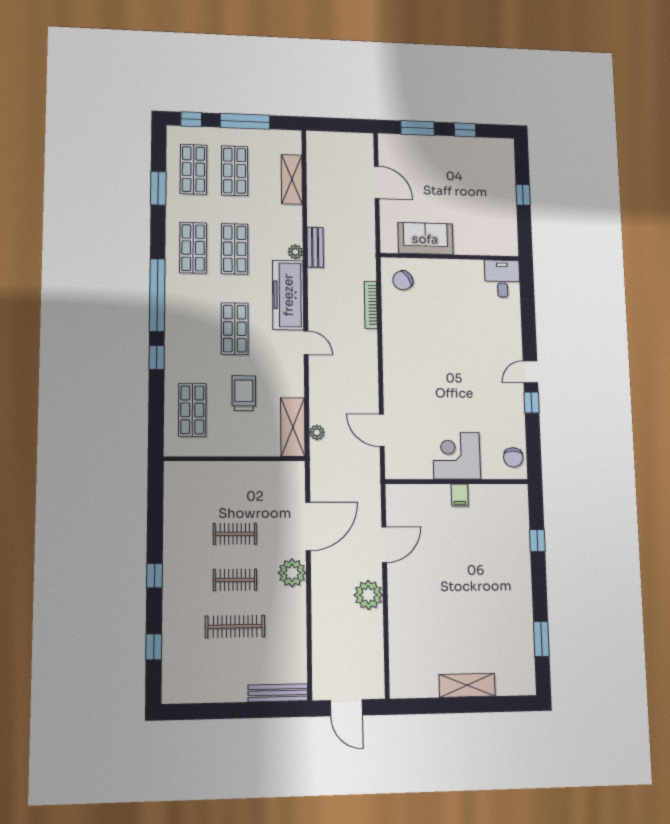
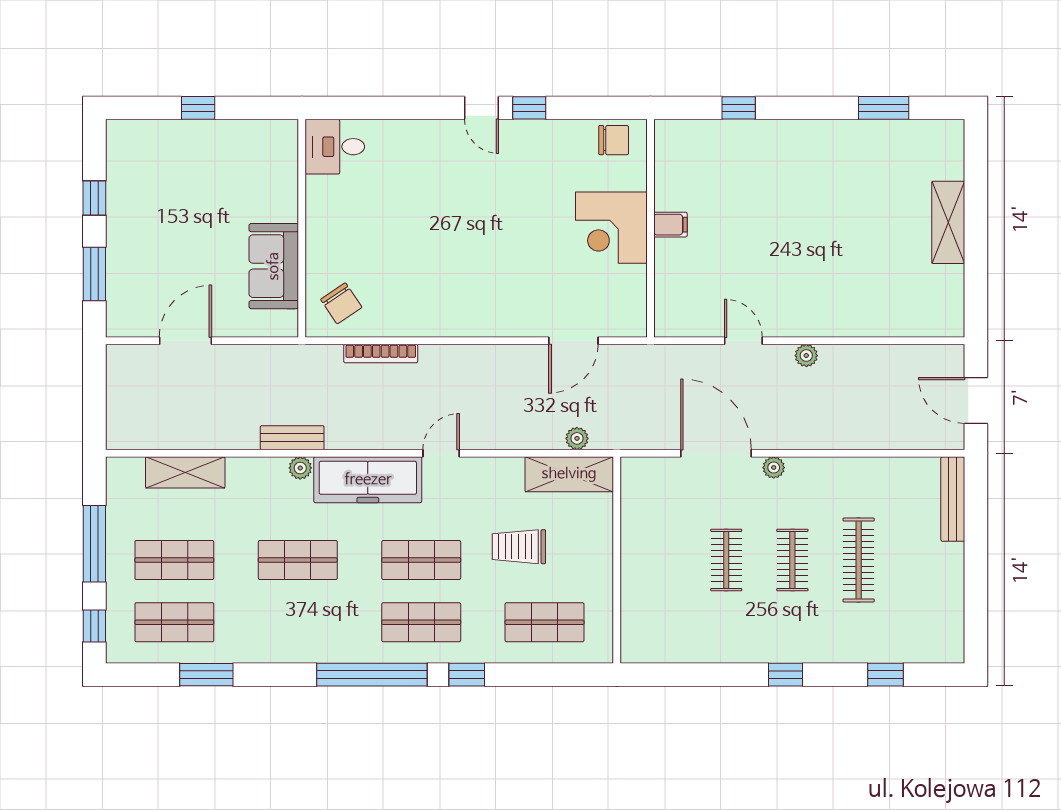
shop shelf: (193, 248) -> (421, 622), moved
door: (384, 545) -> (743, 341), width x0.73
plant: (292, 573) -> (774, 468), width x0.53, depth x0.53
plant: (368, 595) -> (806, 356), width x0.53, depth x0.53
door: (346, 708) -> (976, 400), swing flipped

